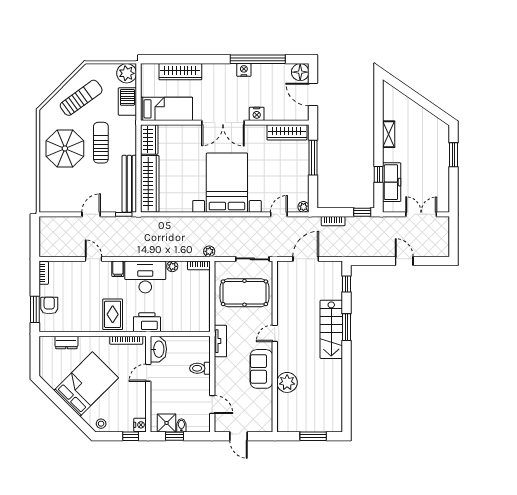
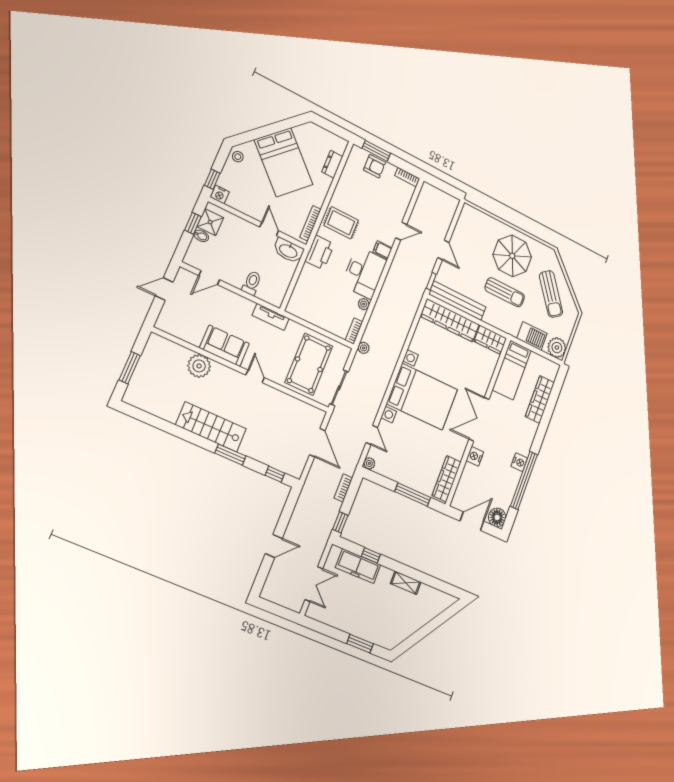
stairs: (331, 329) -> (211, 427), moved

